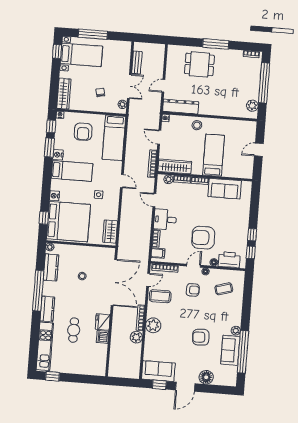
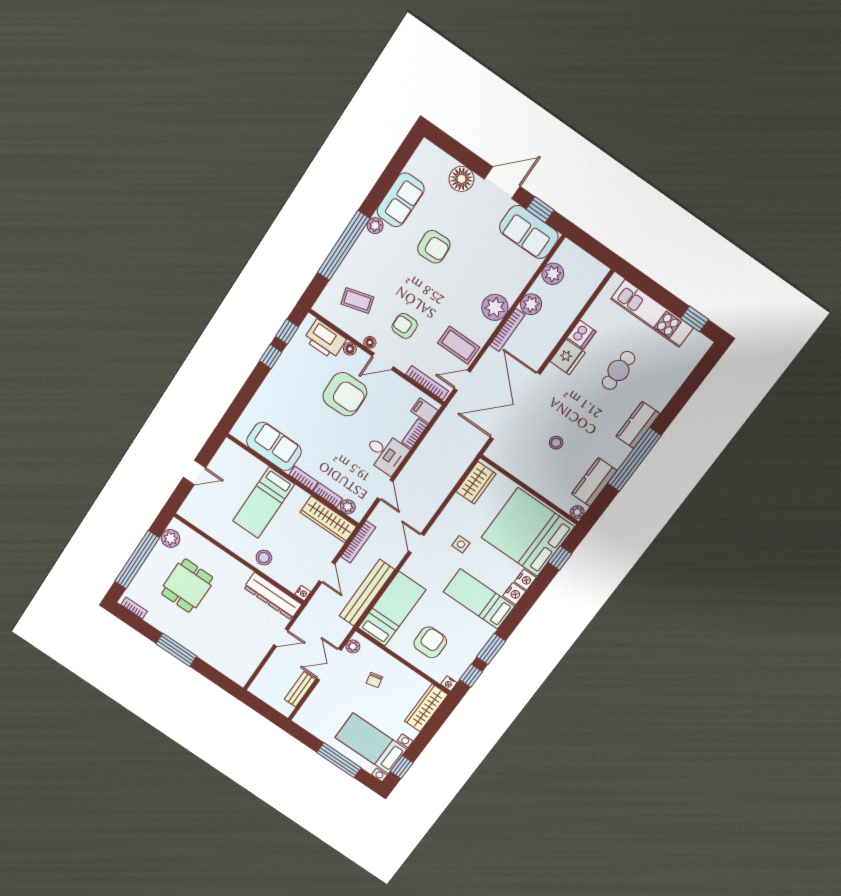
dining table: (199, 64) -> (187, 586), moved, turned 90
bench: (132, 139) -> (367, 593), added
nightstand: (58, 155) -> (514, 594), moved
kitchen unit: (45, 346) -> (652, 313), moved, turned -90
window: (243, 352) -> (344, 246), moved
plant: (135, 358) -> (553, 274), added

